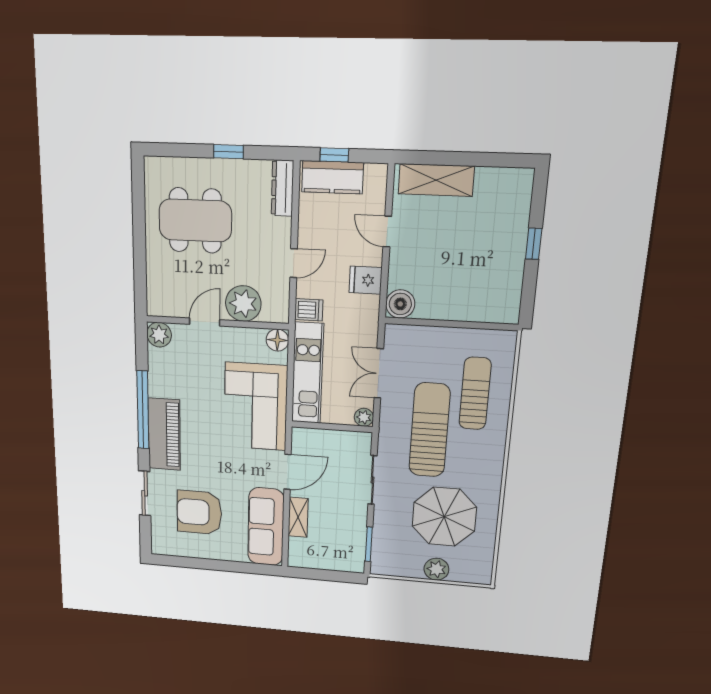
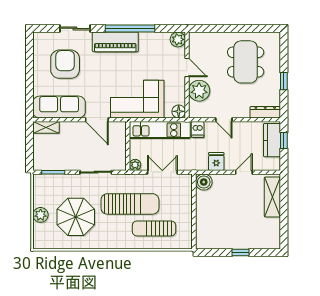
sun lounger: (475, 393) -> (154, 228), turned 180
shelving: (298, 517) -> (46, 127), moved

